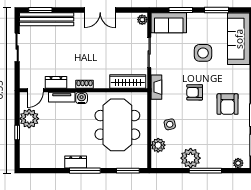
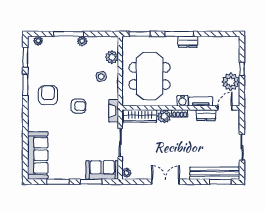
side table: (203, 53) -> (71, 142), removed
plant: (101, 81) -> (164, 116), added
plant: (191, 158) -> (82, 41), width x0.53, depth x0.53

